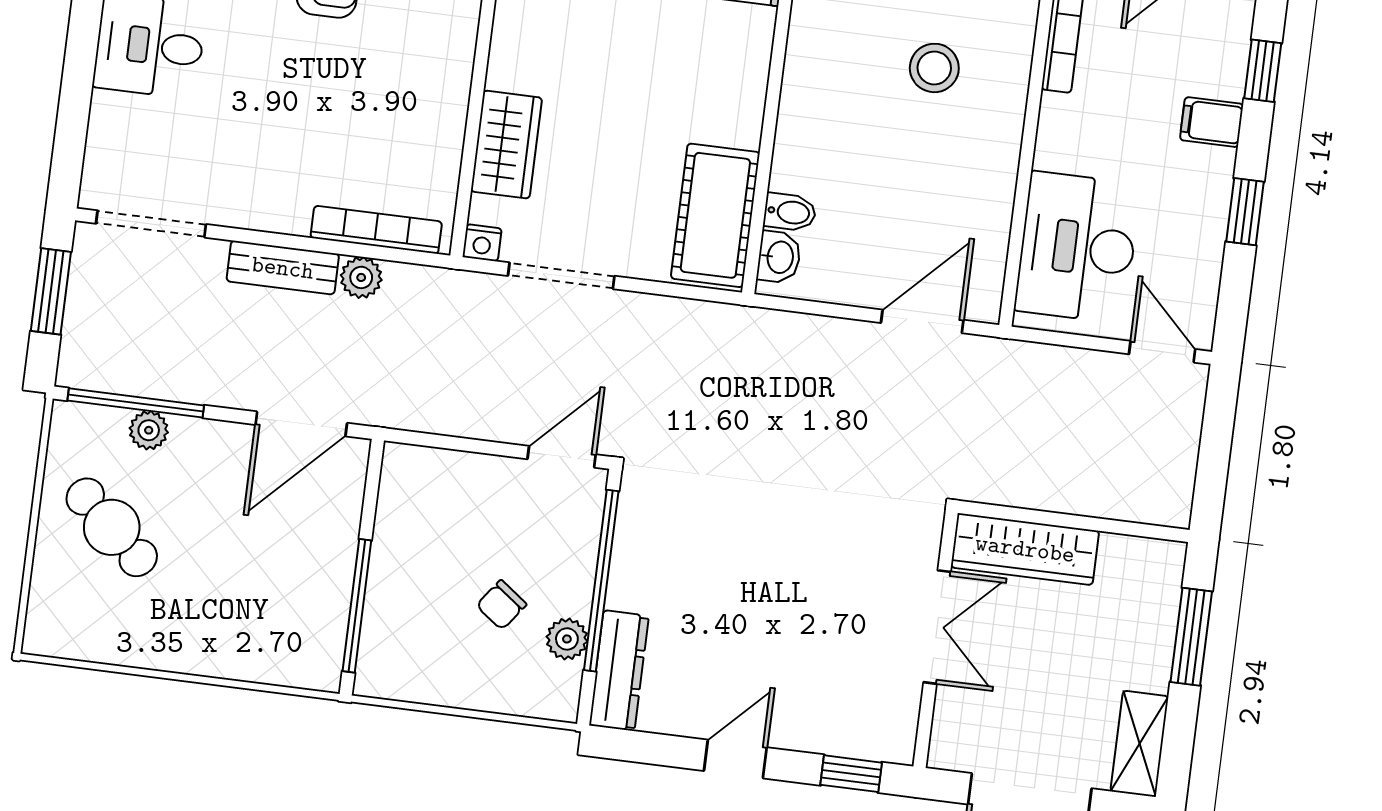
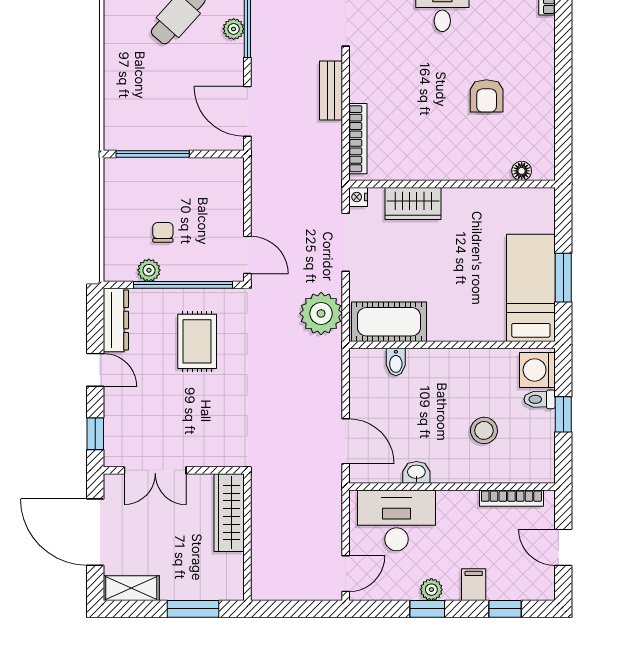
plant: (1211, 200) -> (431, 590), added
washbasin: (779, 257) -> (416, 472), moved, turned 180
plant: (361, 277) -> (321, 313), moved, width x1.87, depth x1.87
rug: (707, 568) -> (197, 341), added
chair: (501, 605) -> (163, 232), turned 53
double door: (937, 627) -> (155, 470), moved
dresser: (619, 671) -> (116, 320), moved, turned -90

